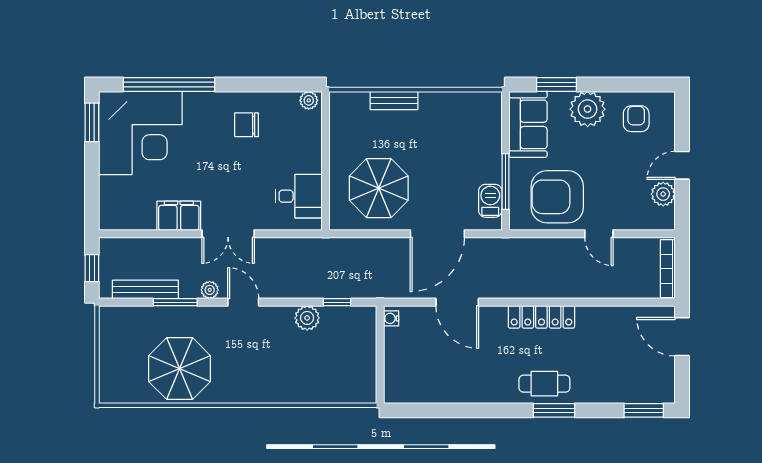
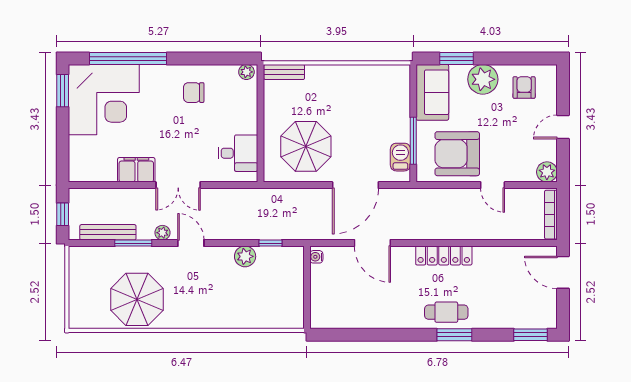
bench: (394, 100) -> (284, 72), moved
plant: (663, 194) -> (547, 172), moved

